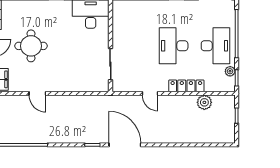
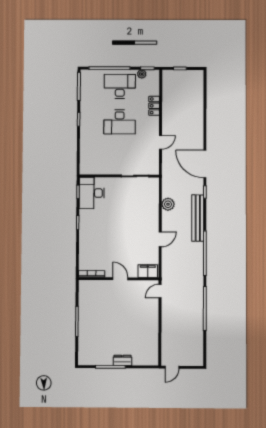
round table: (31, 46) -> (119, 245), removed
locker: (186, 86) -> (154, 106), width x0.66
plant: (204, 102) -> (168, 204), moved
bench: (62, 137) -> (198, 218), added
door: (125, 145) -> (205, 164), hinge flipped

